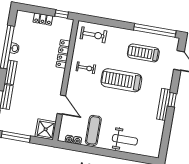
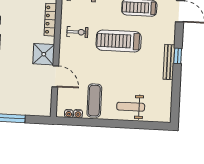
shower: (46, 129) -> (44, 54), moved
weight bench: (125, 140) -> (131, 107), turned 180

